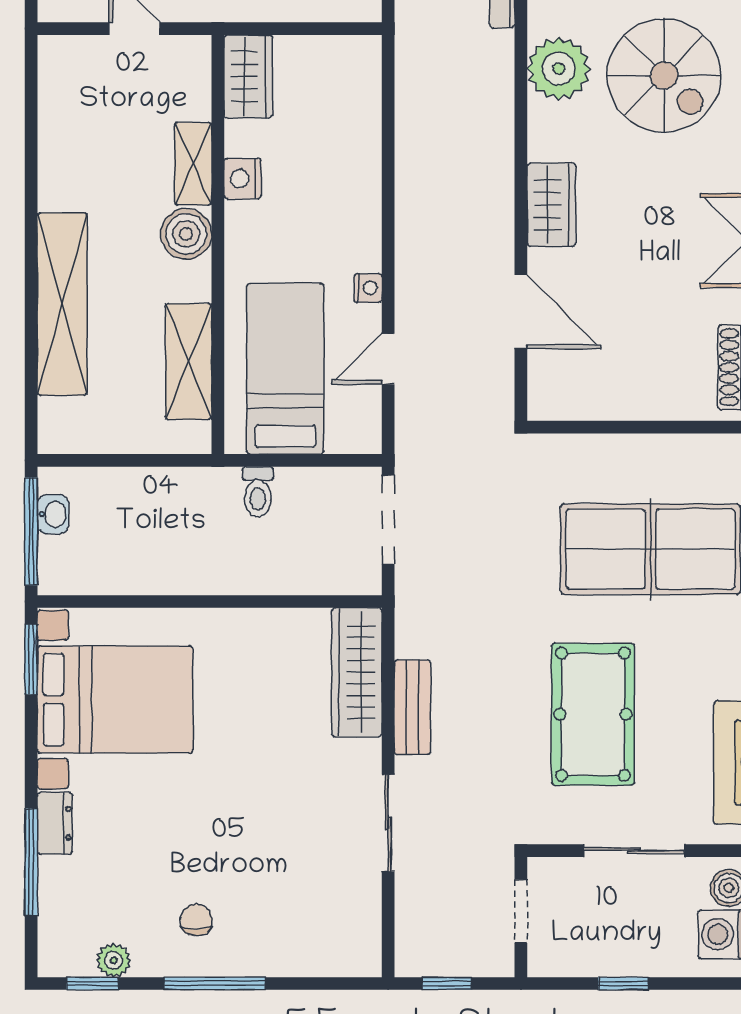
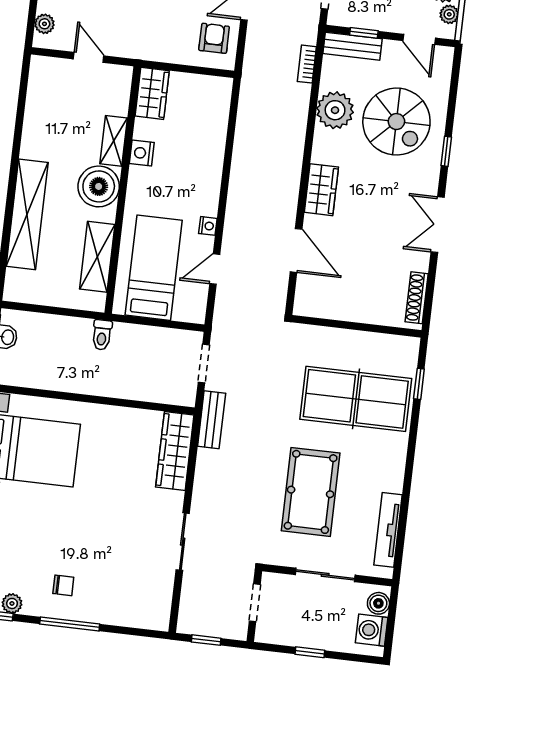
boiler: (186, 234) -> (99, 186), width x1.37, depth x1.37
toilet: (258, 492) -> (102, 335), moved
doorway: (388, 520) -> (204, 363), width x0.73
bench: (412, 707) -> (212, 420), moved
chair: (196, 920) -> (63, 585), turned 90

